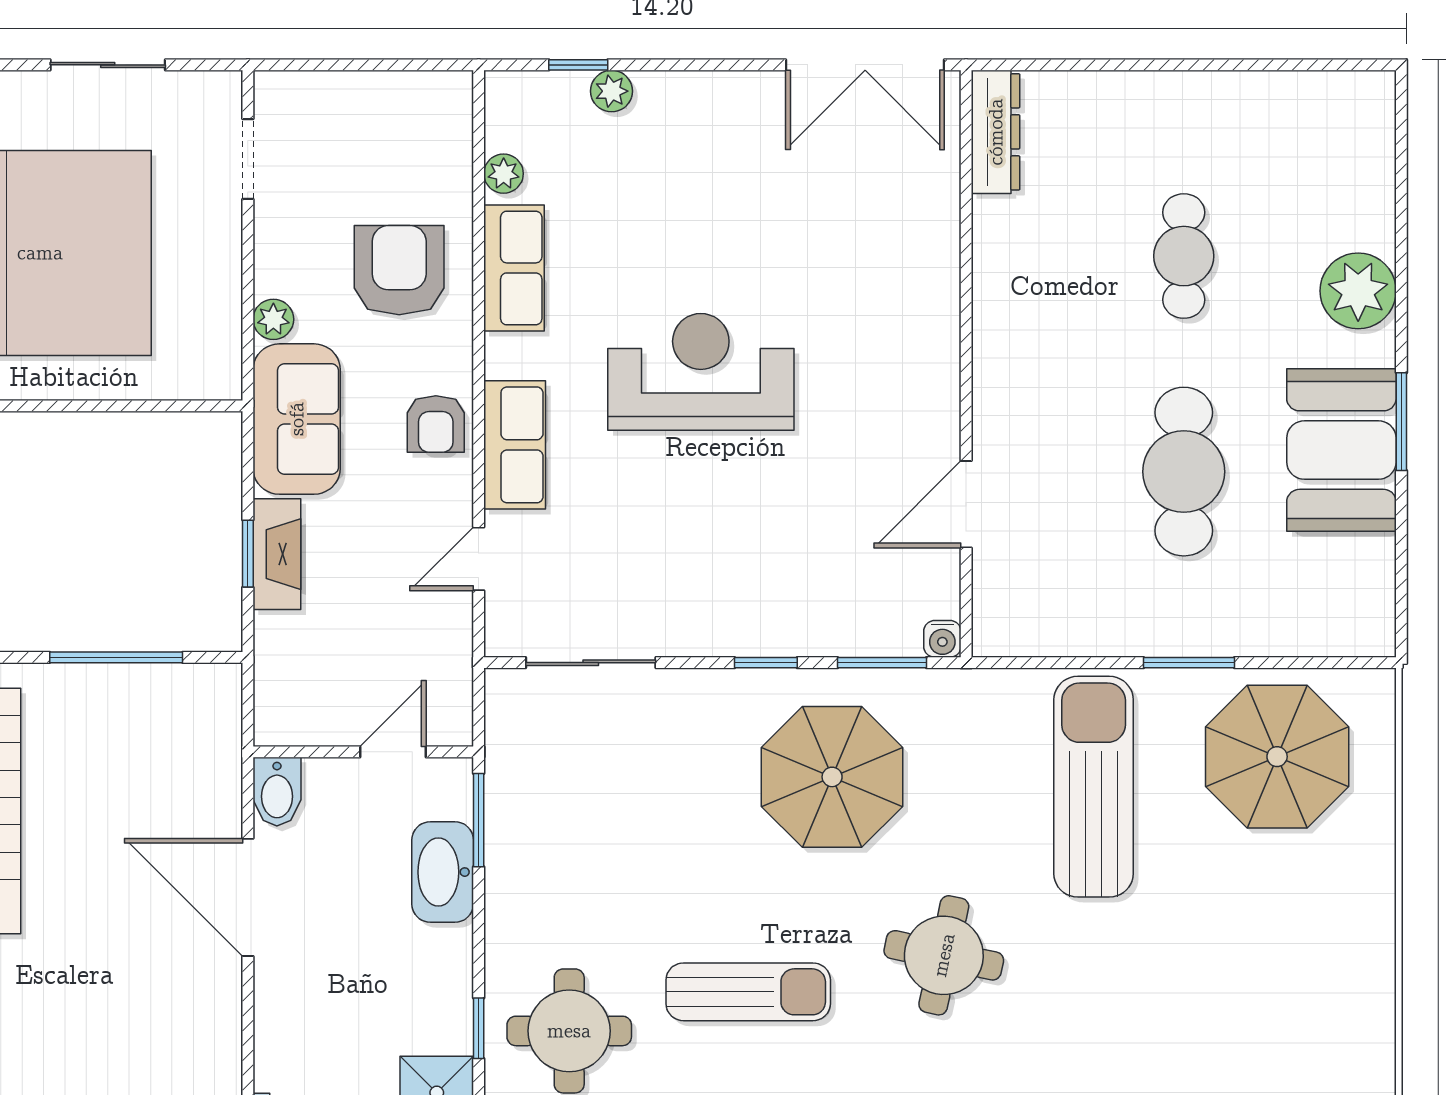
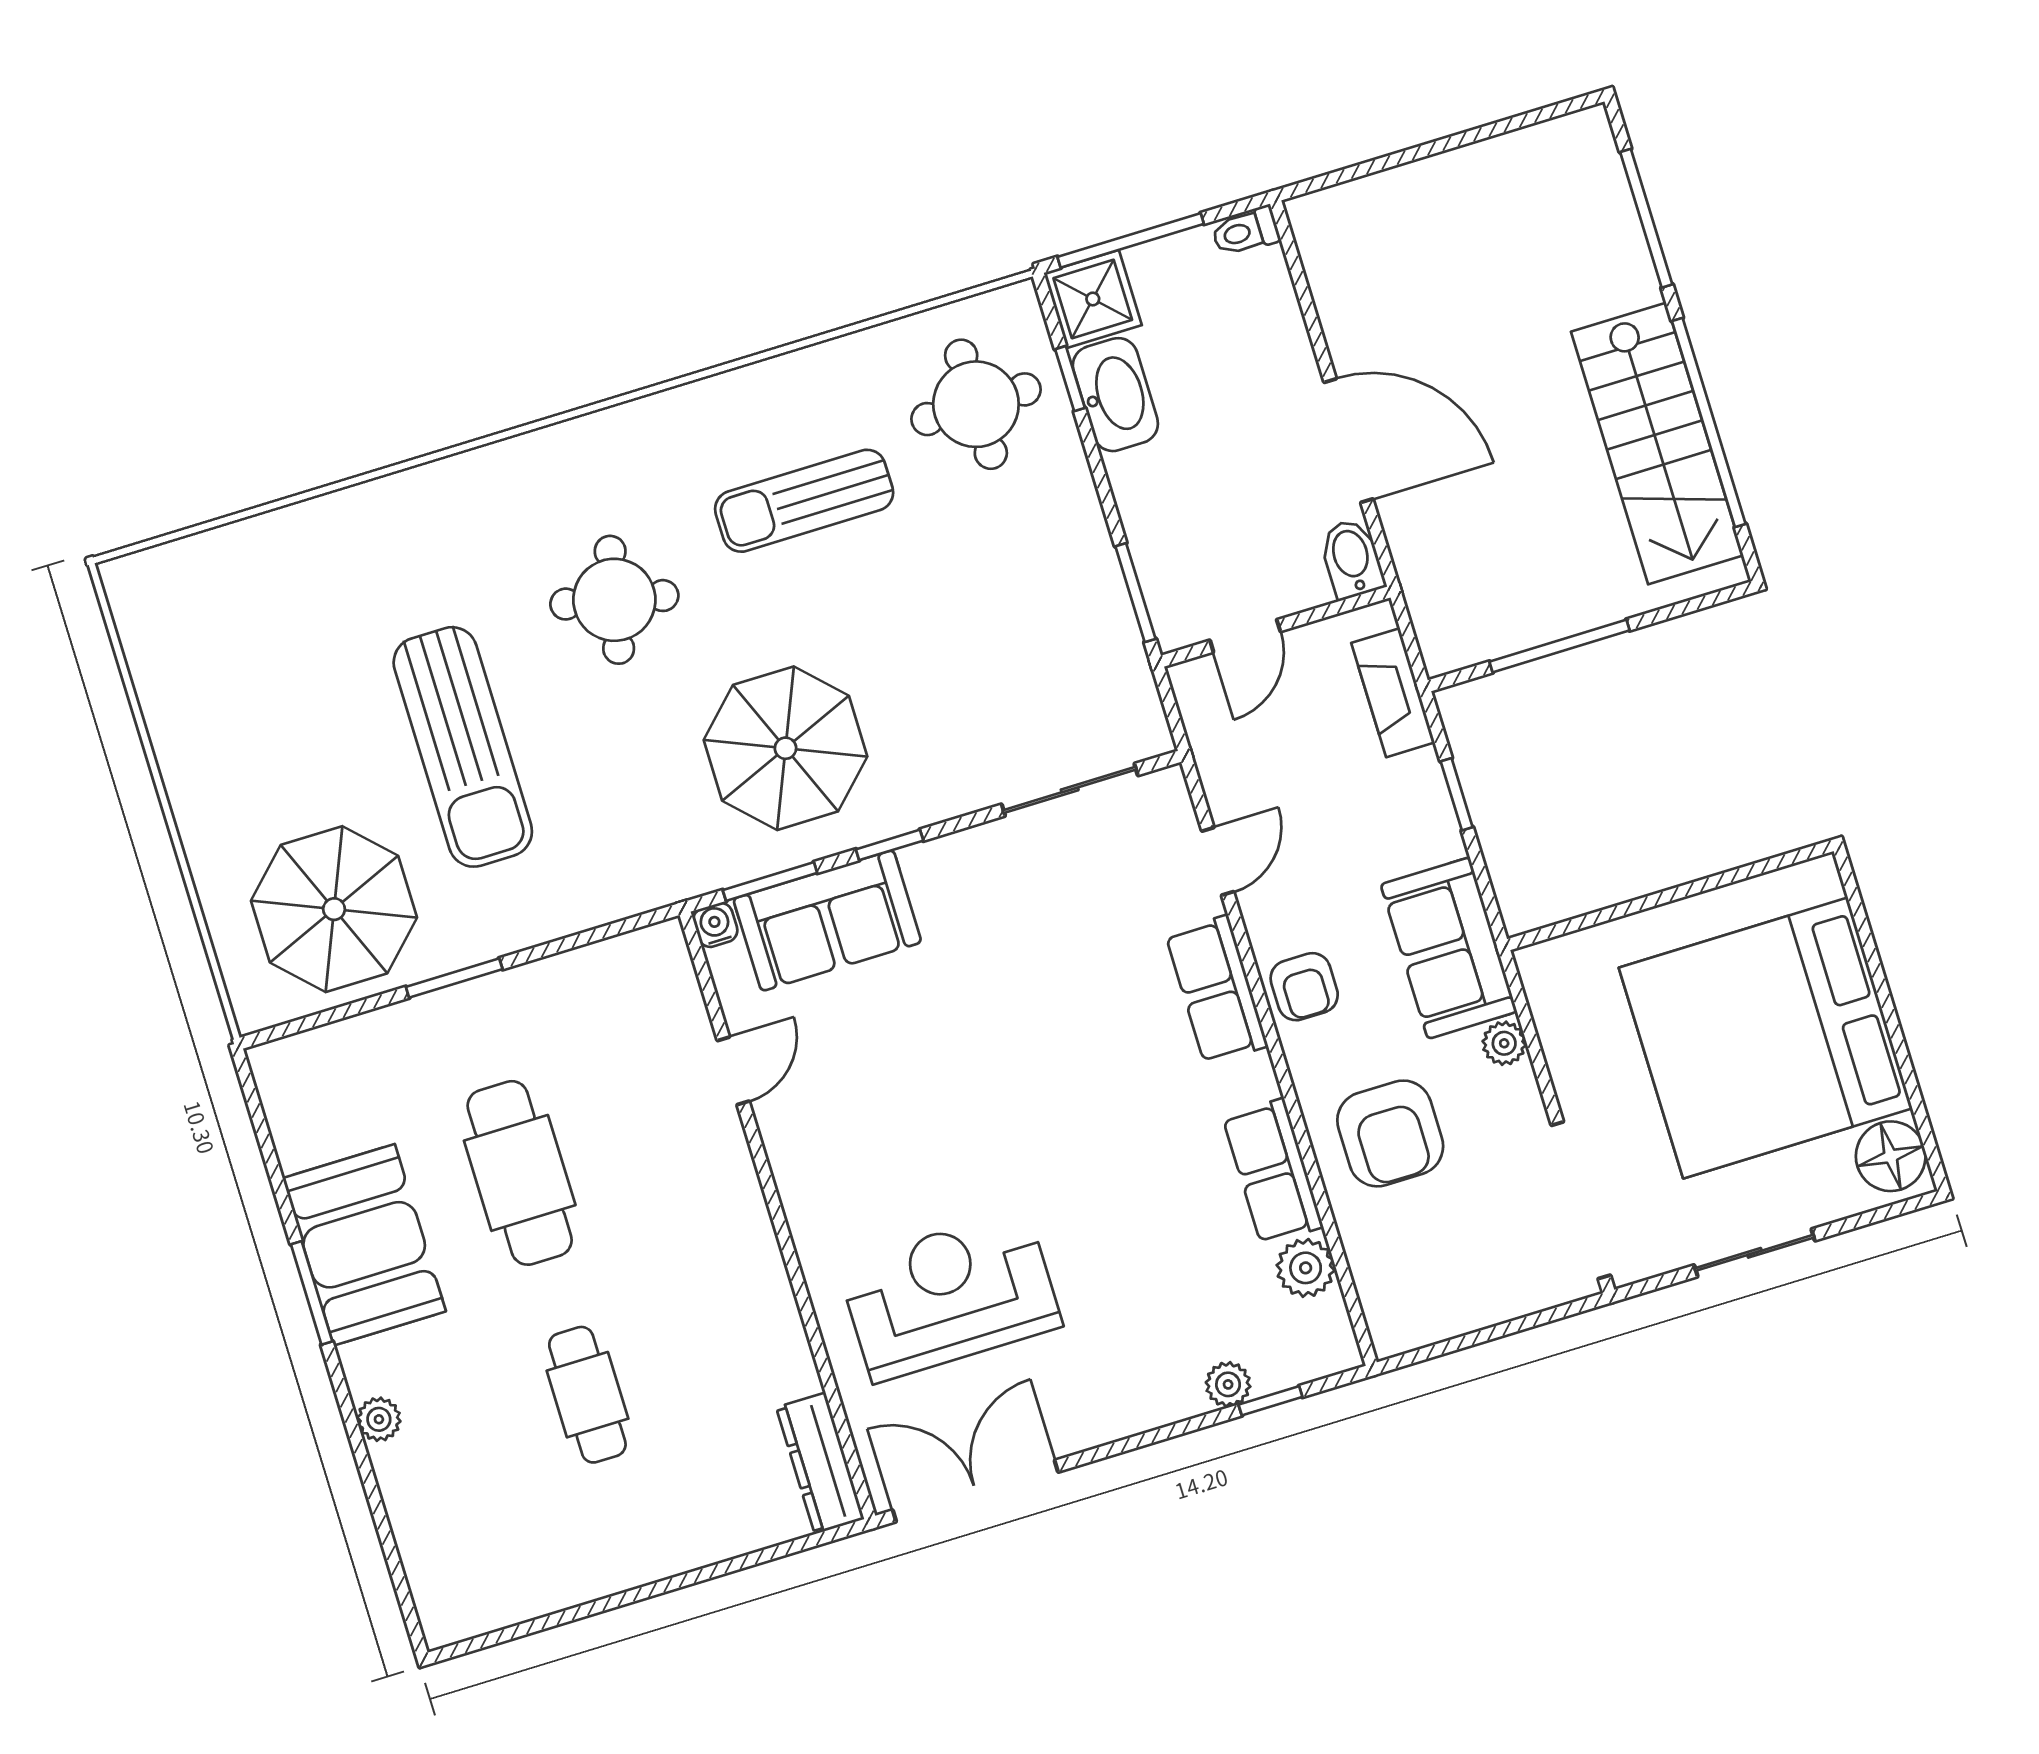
doorway: (248, 159) -> (1581, 1200), width x1.87
plant: (504, 174) -> (1306, 1268), width x1.38, depth x1.38
plant: (1358, 291) -> (379, 1419), width x0.53, depth x0.53
reception desk: (701, 372) -> (950, 1295), moved, turned 180
armchair: (436, 424) -> (1304, 987), turned 180
door: (966, 504) -> (733, 1071), width x0.73
fireplace: (277, 554) -> (1393, 693), moved
sofa: (842, 612) -> (827, 921), added
sun lounger: (1094, 787) -> (463, 747), moved
washbasin: (443, 872) -> (1115, 395), moved

